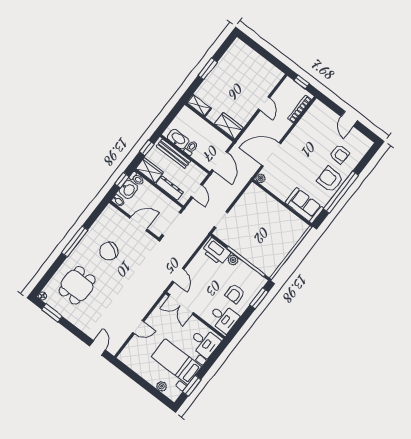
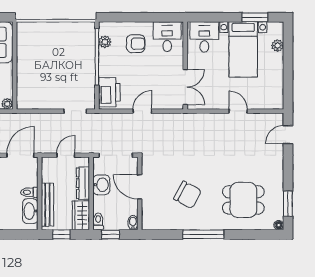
washbasin: (128, 189) -> (101, 185), moved, turned 90
plant: (233, 260) -> (105, 42), moved
door: (178, 275) -> (142, 111), moved
window: (259, 298) -> (122, 17), removed

